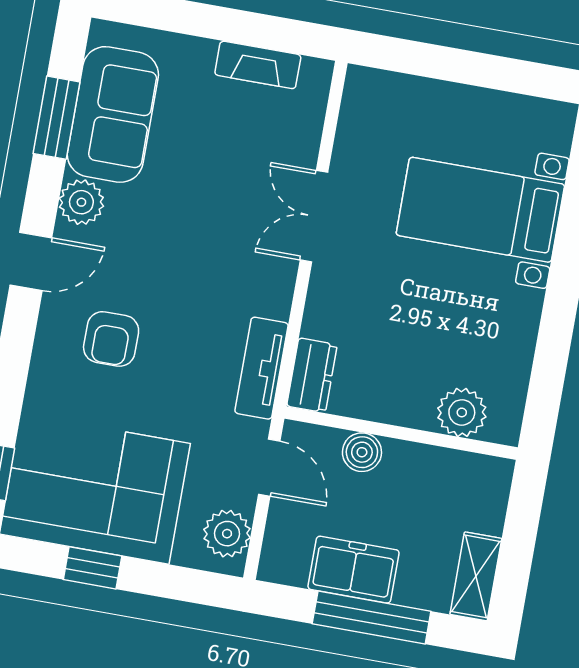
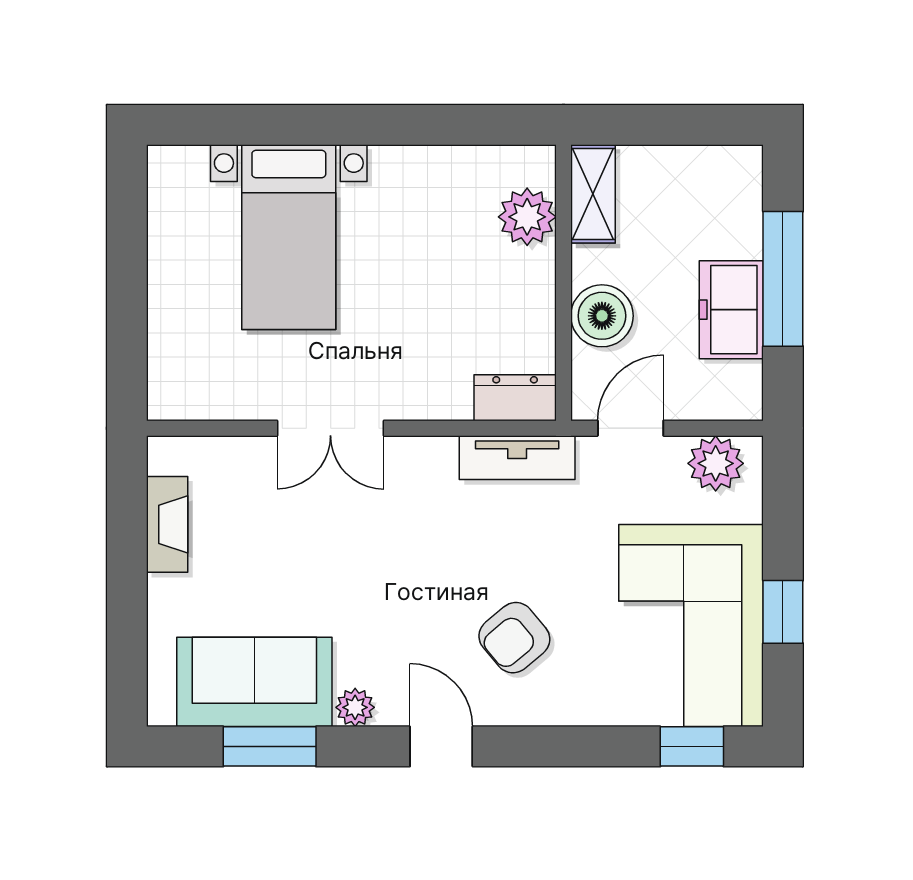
plant: (81, 202) -> (355, 707), width x0.73, depth x0.73
armchair: (111, 339) -> (514, 638), turned 140
boiler: (362, 452) -> (602, 316), width x1.36, depth x1.36
shelving: (476, 576) -> (593, 194), moved, turned 90

